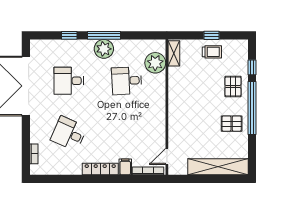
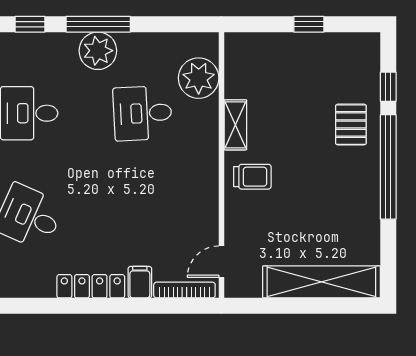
trolley: (212, 52) -> (252, 177), moved
shelving: (174, 53) -> (235, 125), moved
pallet: (232, 124) -> (348, 197), removed

